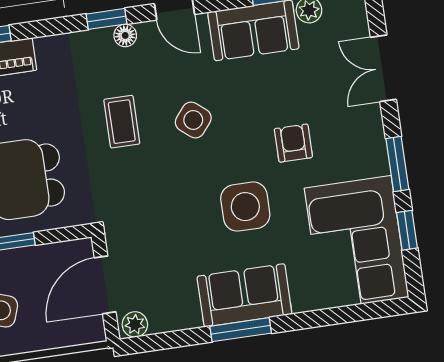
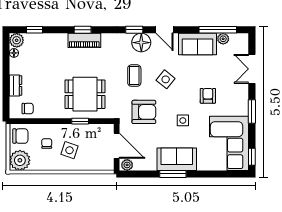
floor lamp: (125, 35) -> (141, 43), width x1.89, depth x1.89
armchair: (155, 200) -> (144, 112), added
side table: (245, 207) -> (183, 120), width x0.54, depth x0.54
window: (407, 230) -> (252, 157), moved
door: (105, 285) -> (117, 146), swing flipped

